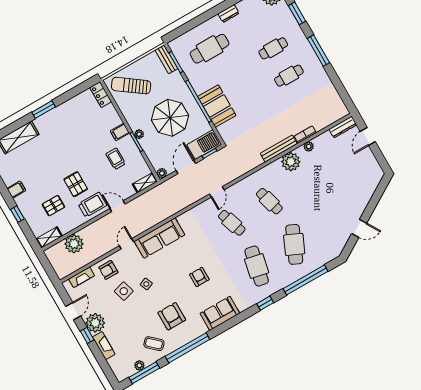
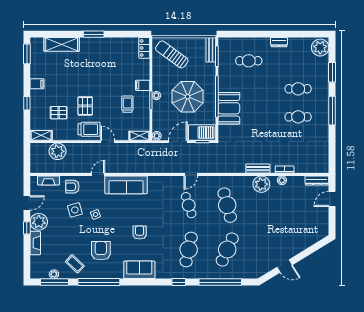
cafe table: (210, 49) -> (249, 61), width x0.73, depth x0.74
bench: (279, 149) -> (258, 169), width x0.73
cafe table: (269, 201) -> (227, 205), width x1.37, depth x1.35

